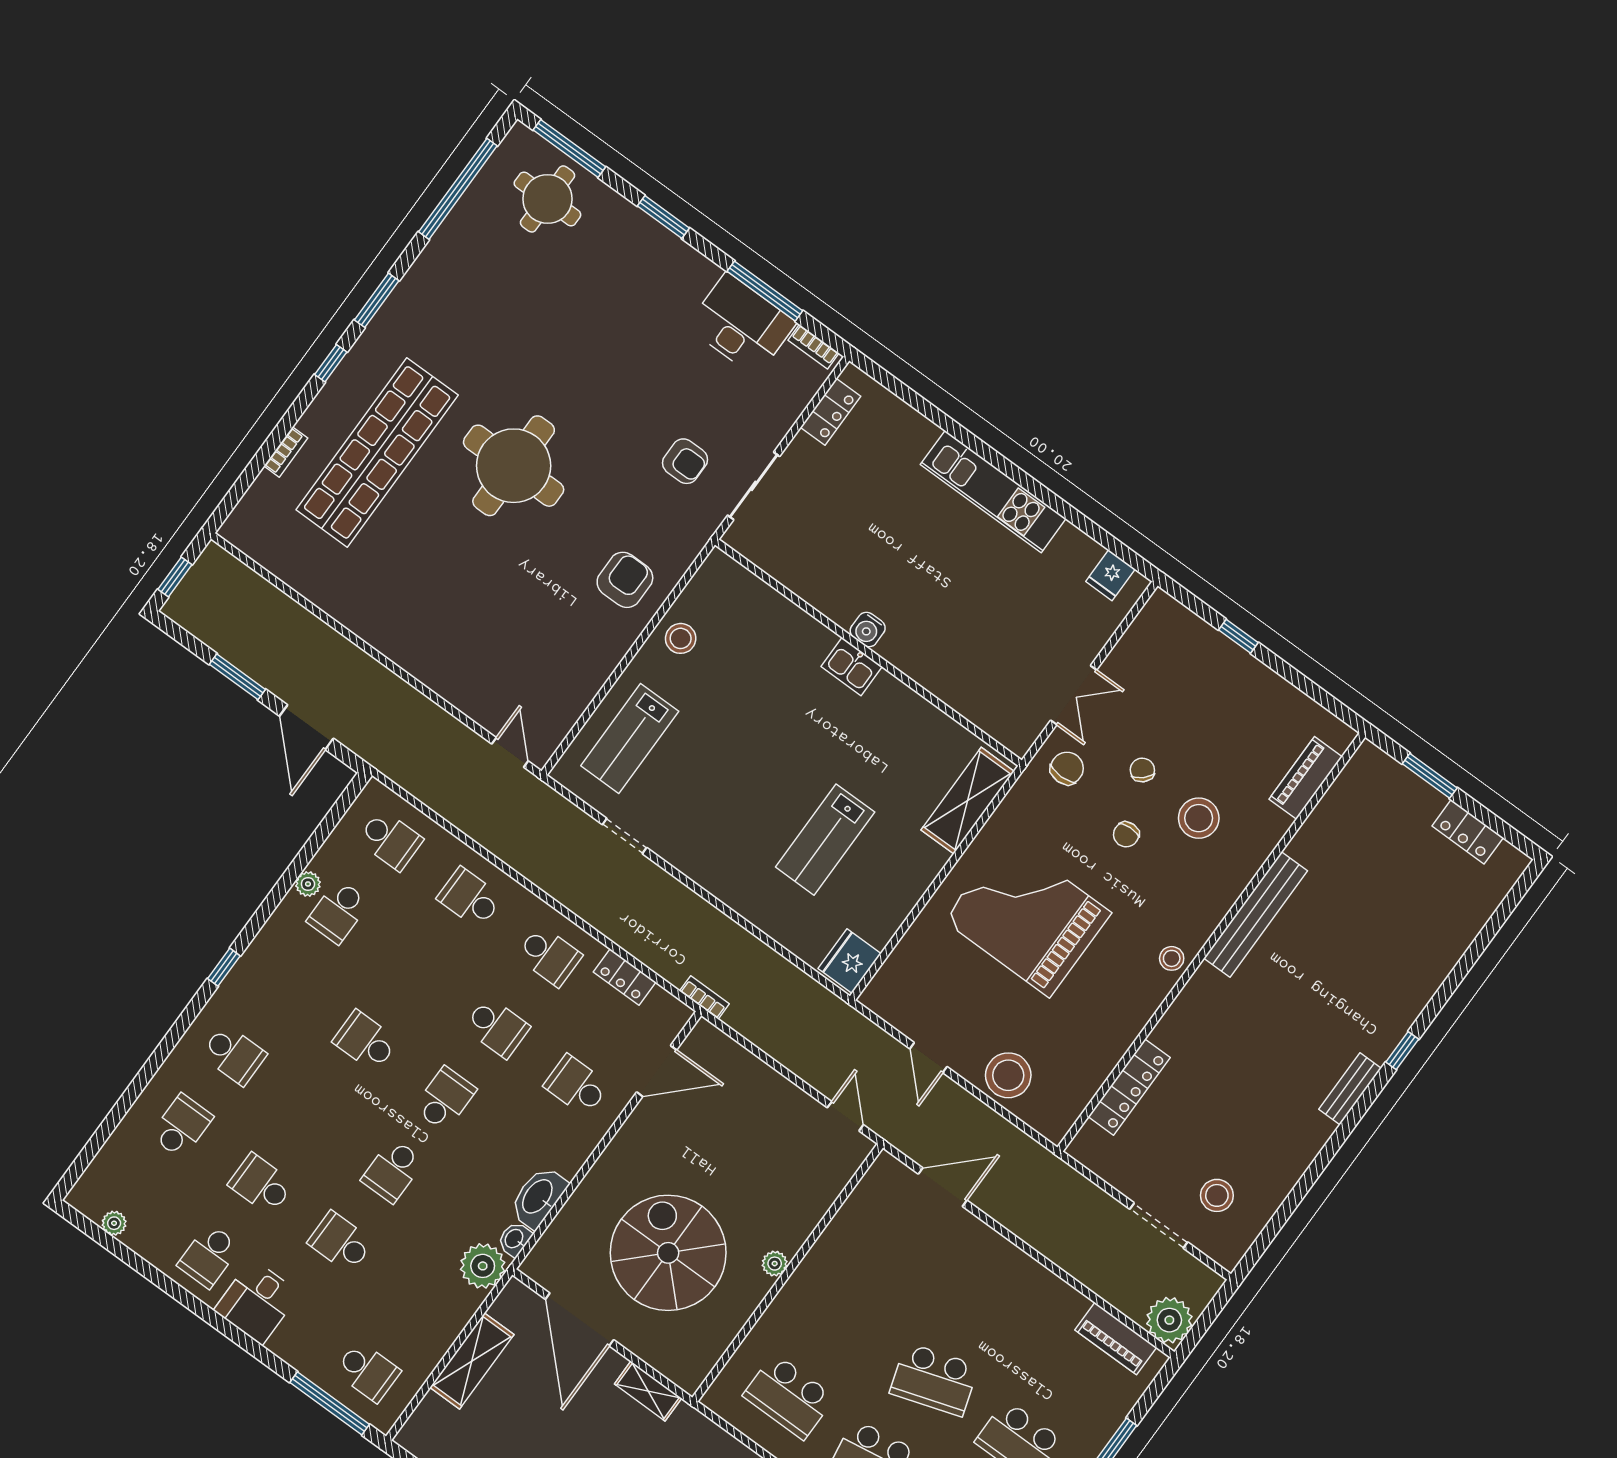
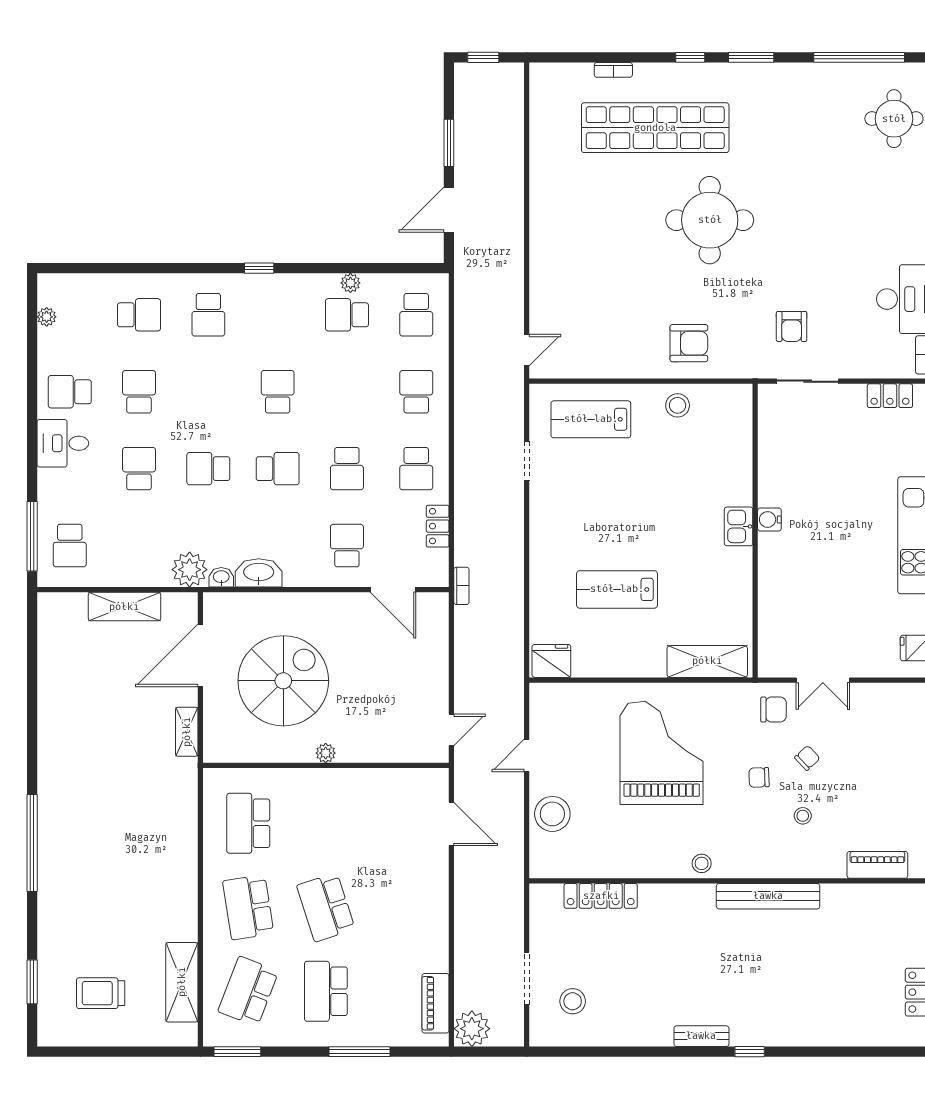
stool: (1199, 818) -> (803, 816), width x0.53, depth x0.53

